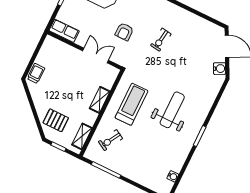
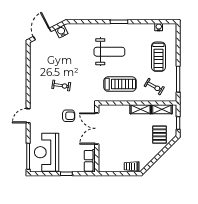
double door: (96, 56) -> (97, 128), width x1.37
shelving: (100, 100) -> (141, 109), moved
treadmill: (131, 104) -> (120, 84), turned 180
weight bench: (172, 110) -> (109, 52), turned 180
treadmill: (141, 160) -> (158, 57), added

